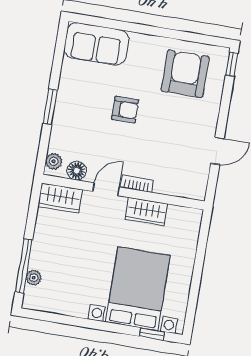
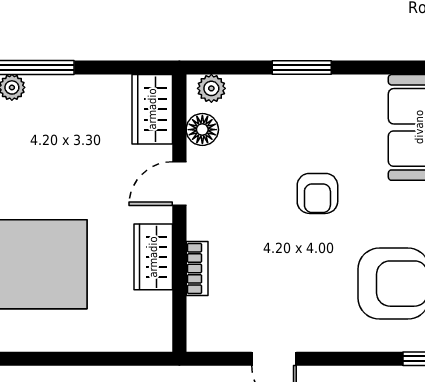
bookcase: (137, 184) -> (197, 268), moved
door: (106, 189) -> (179, 184), swing flipped

